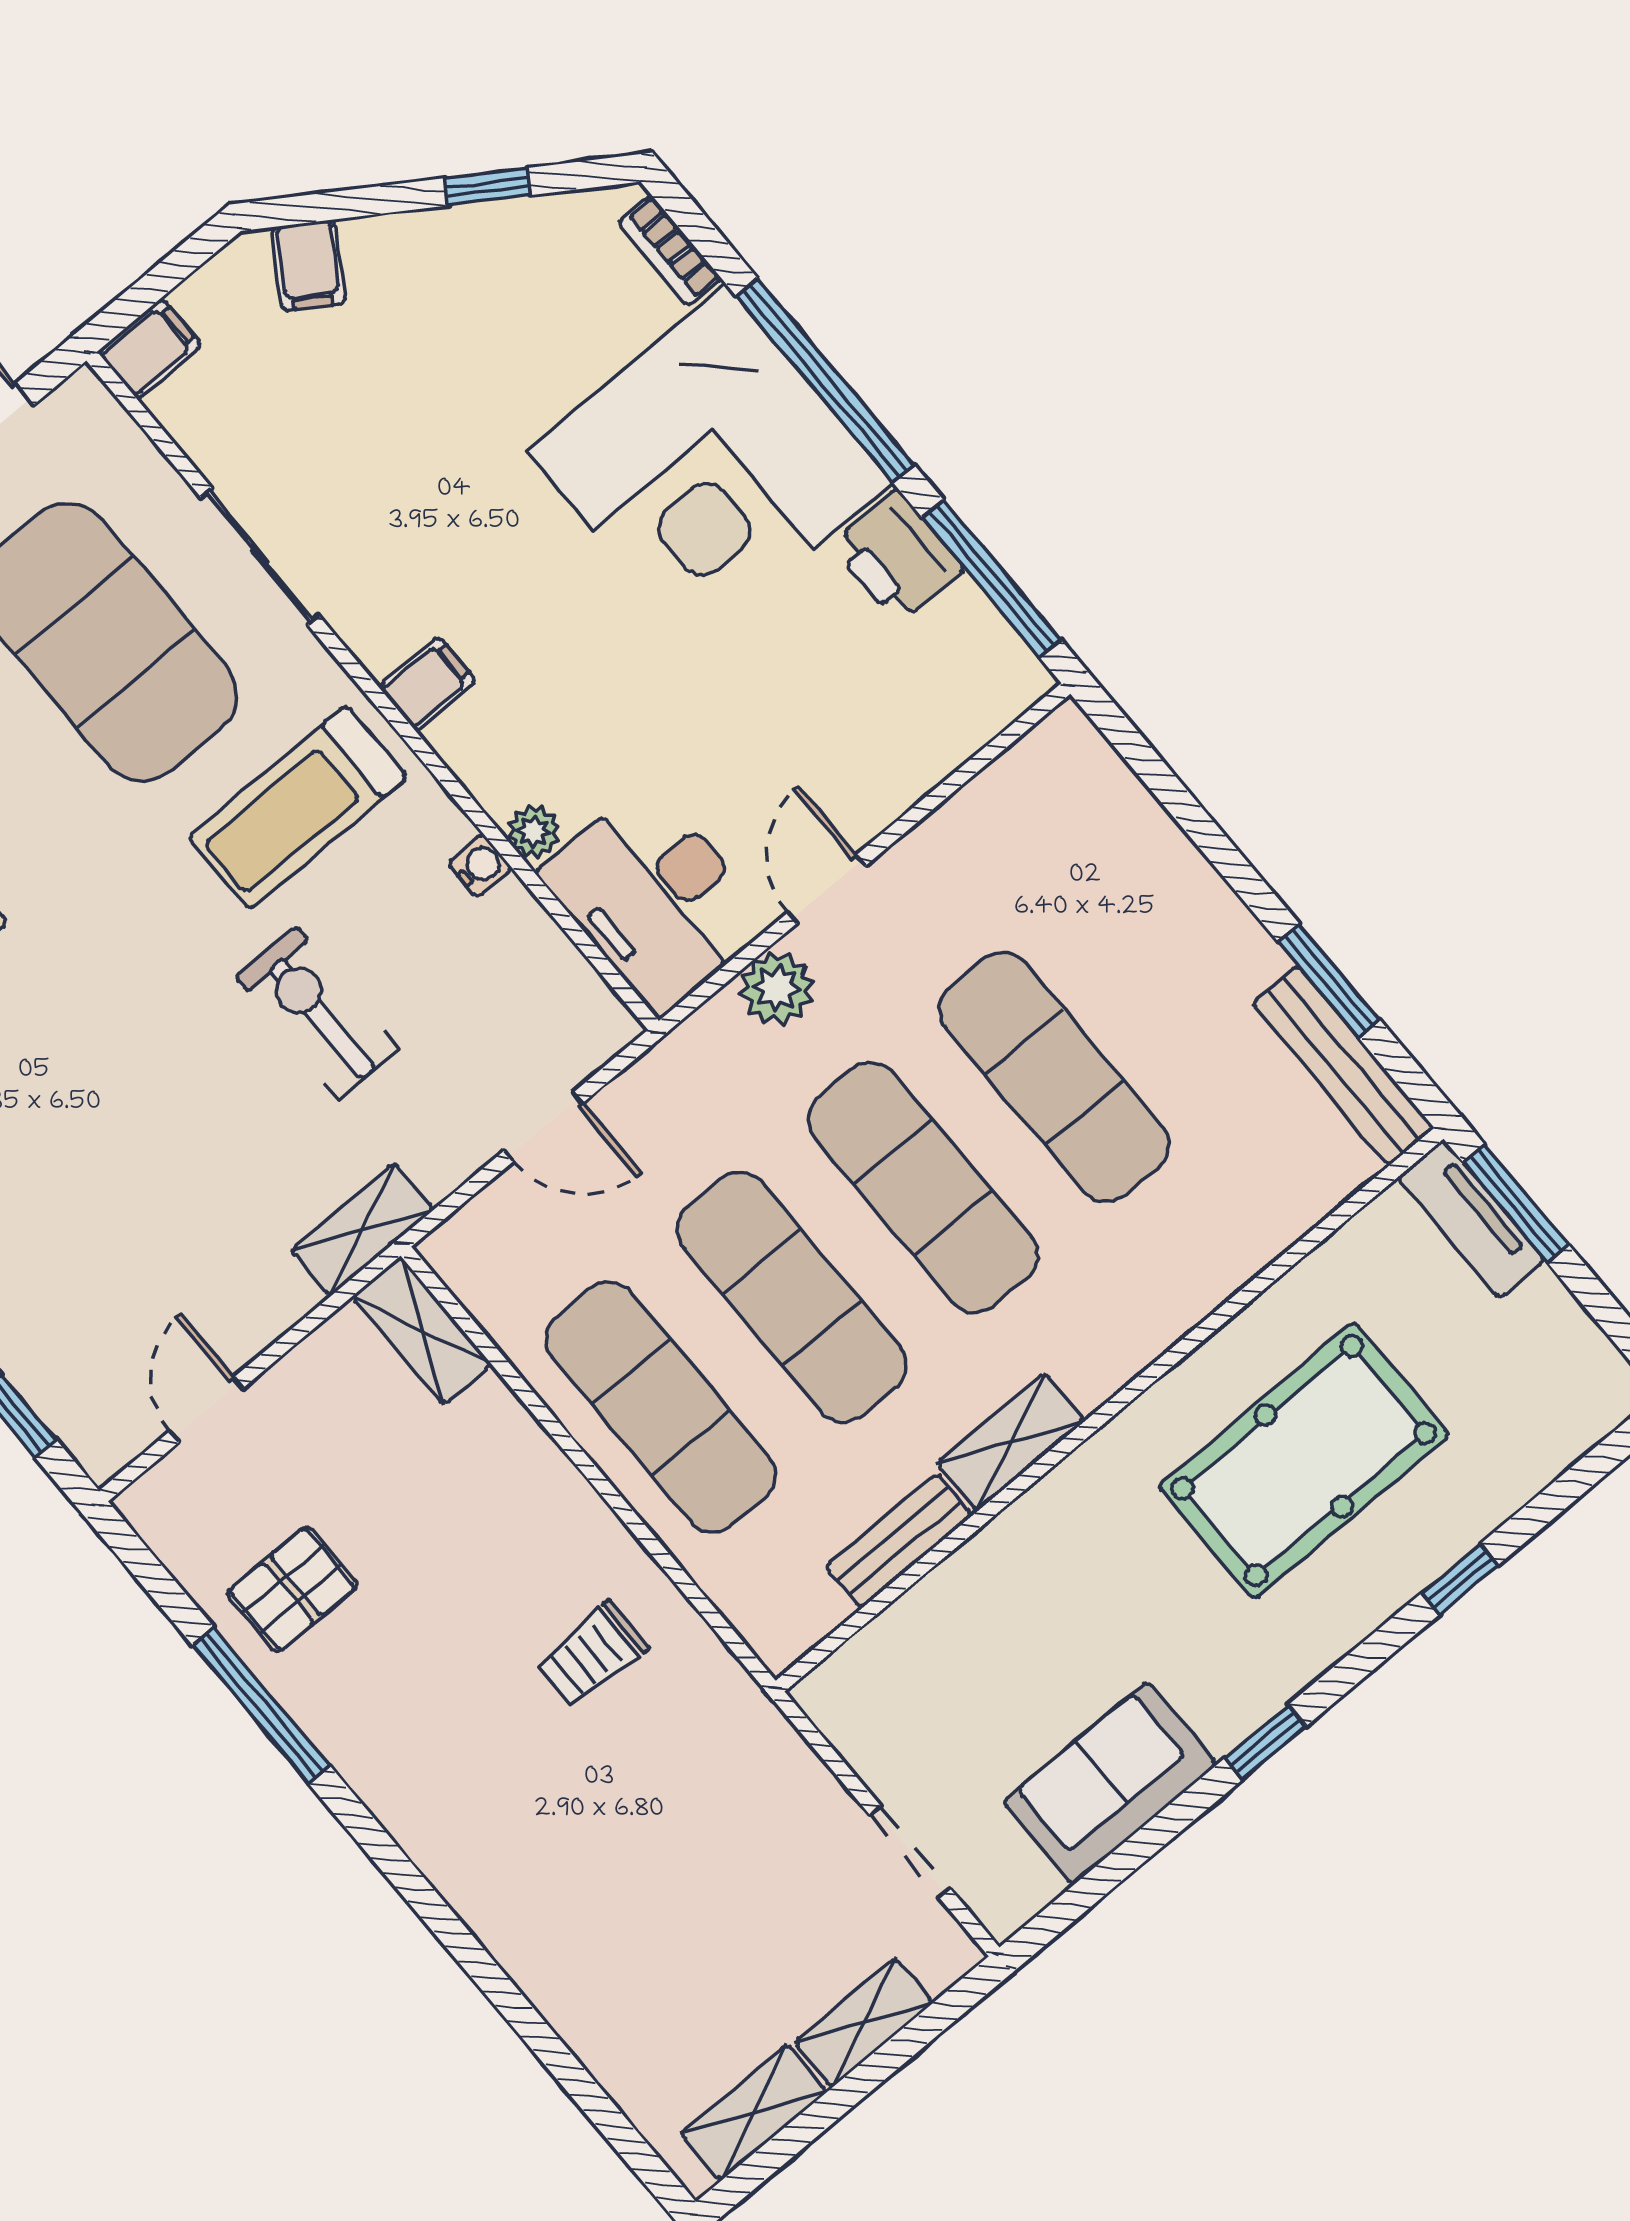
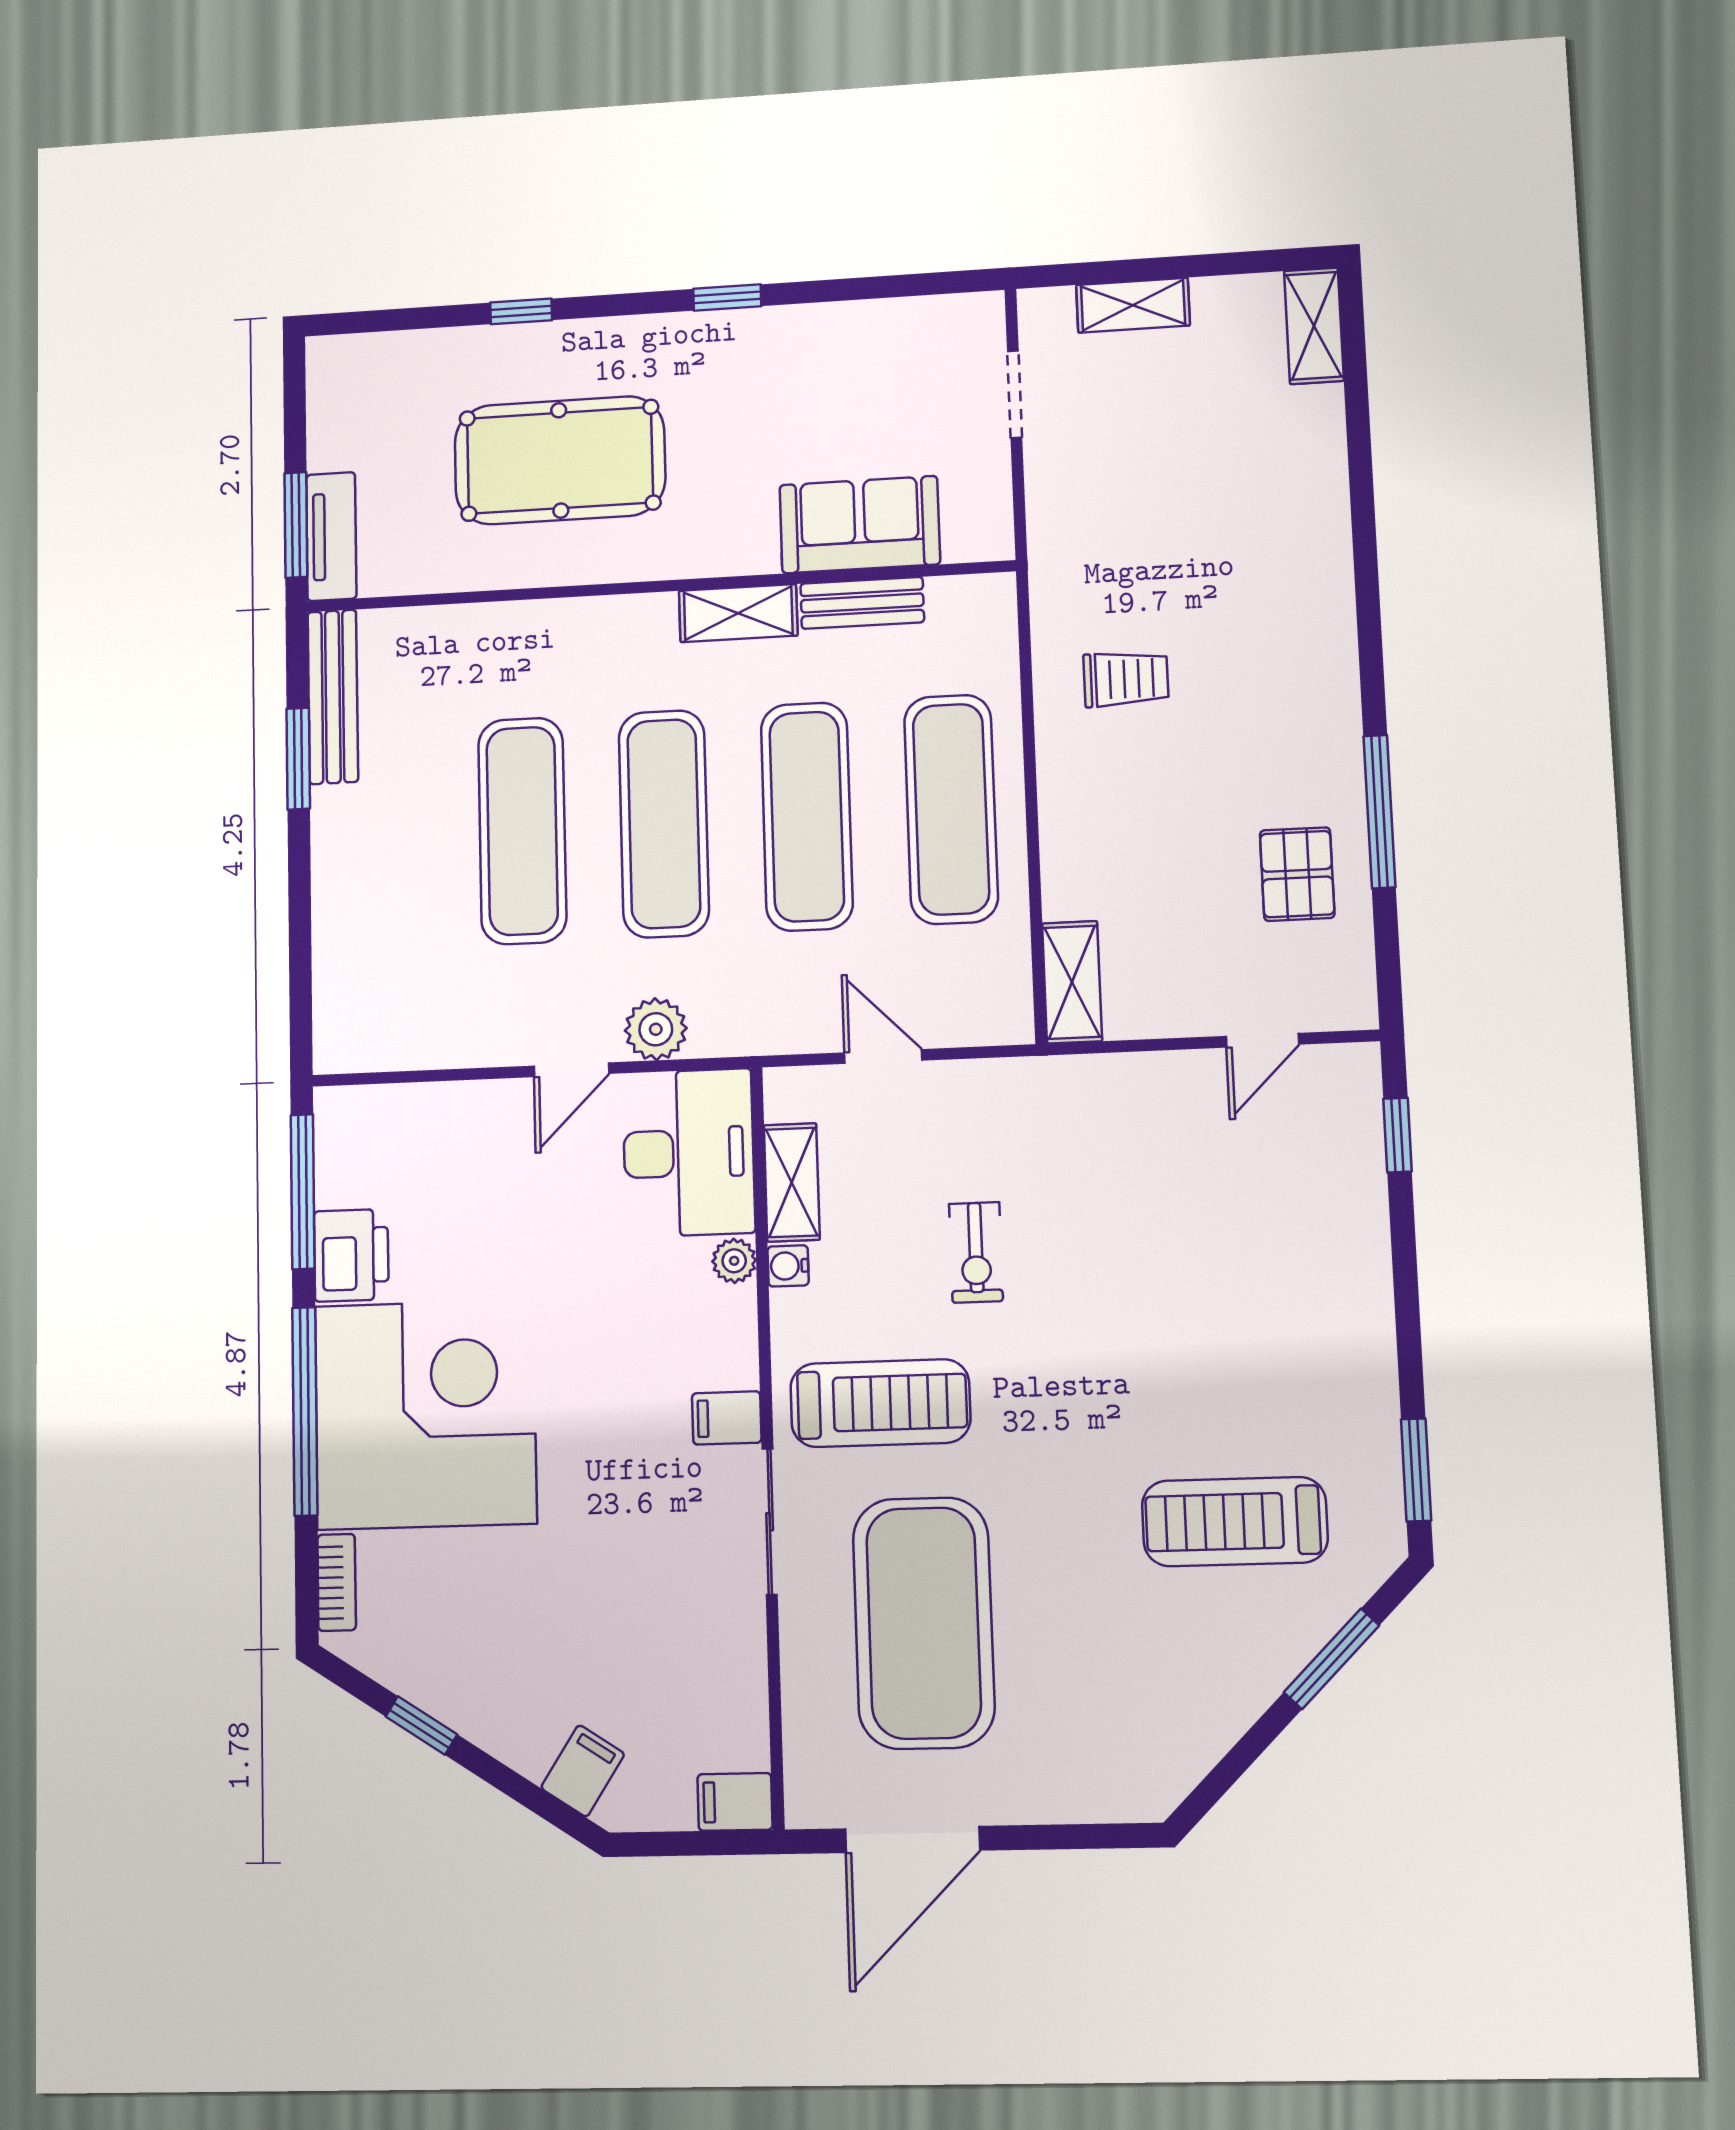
sliding door: (260, 556) -> (770, 1522), moved
exercise bike: (317, 1013) -> (976, 1252), width x0.73, depth x0.72
shelving: (362, 1230) -> (792, 1182), moved, turned 90
pallet: (292, 1589) -> (1297, 874), turned 90
sofa: (1110, 1783) -> (860, 525), moved, turned 180
shelving: (754, 2113) -> (1314, 326), moved, turned 90

